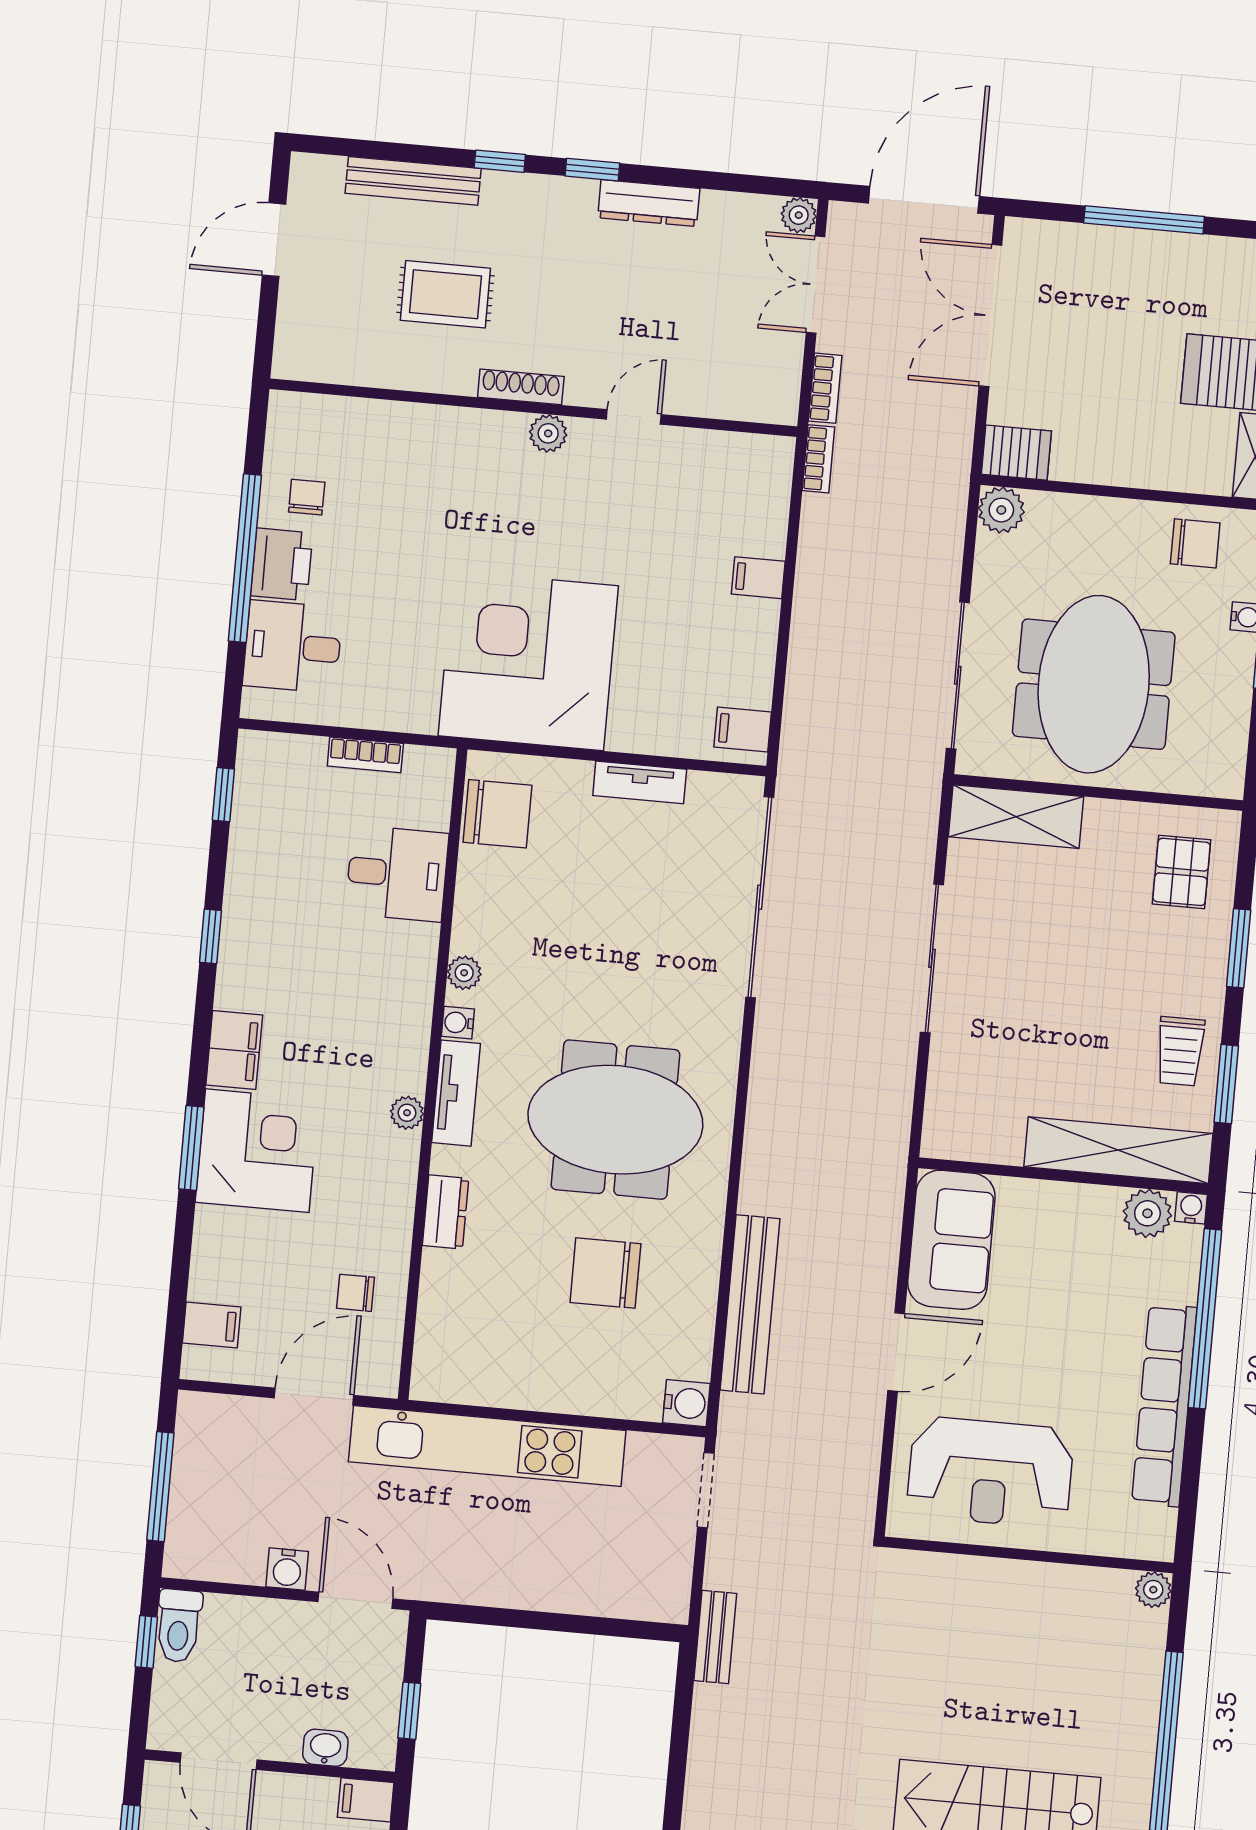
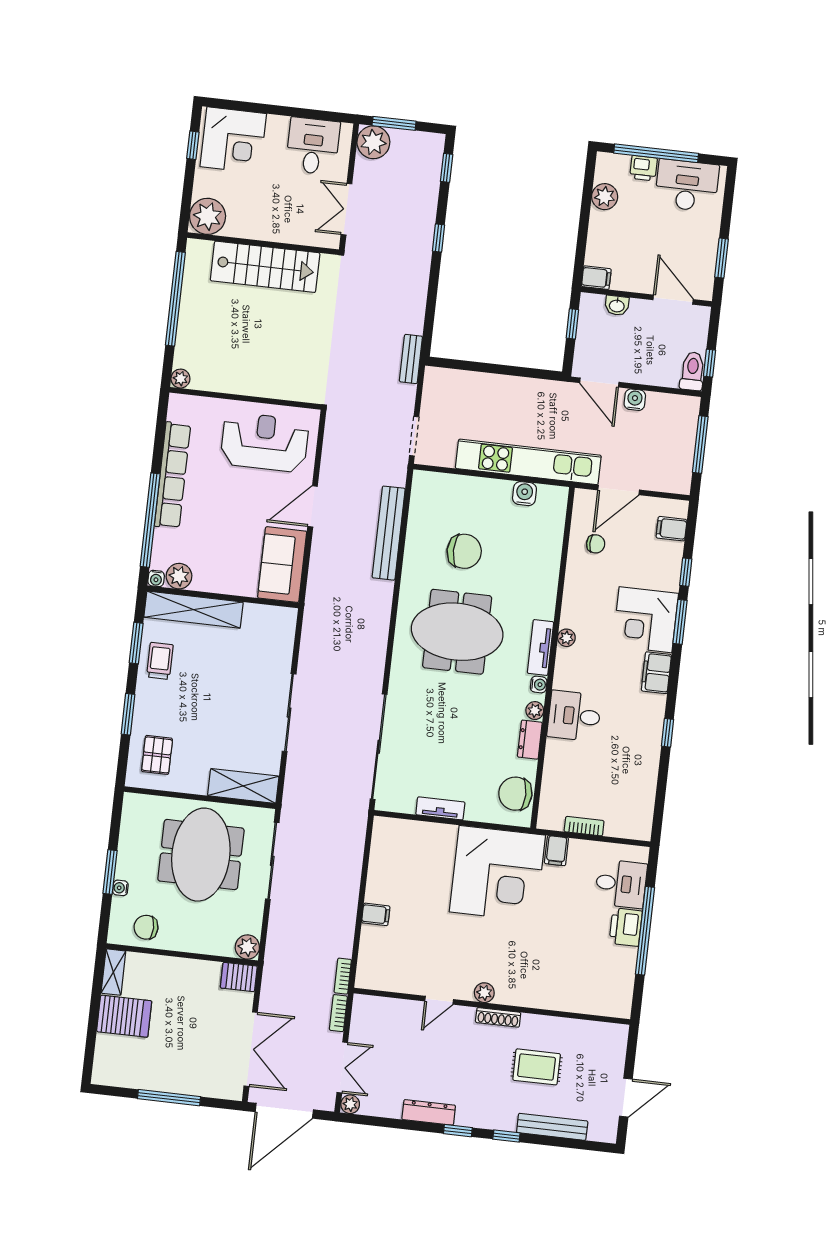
chair: (307, 497) -> (612, 962), removed
filing cabinet: (743, 730) -> (556, 851), moved, turned 90
window: (223, 795) -> (686, 572), moved
desk: (397, 874) -> (574, 716), moved
dresser: (445, 1212) -> (530, 740), moved
water cooler: (686, 1403) -> (524, 494), moved, turned 90

